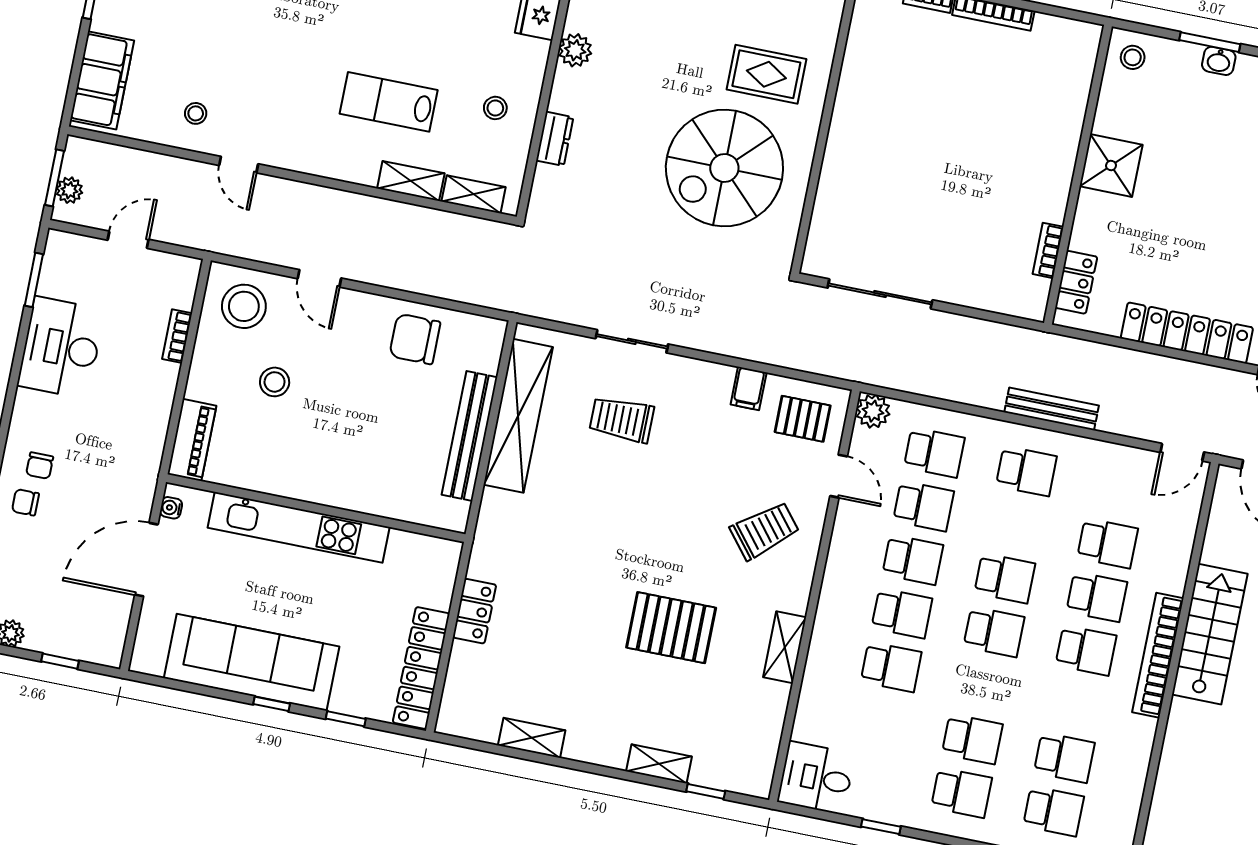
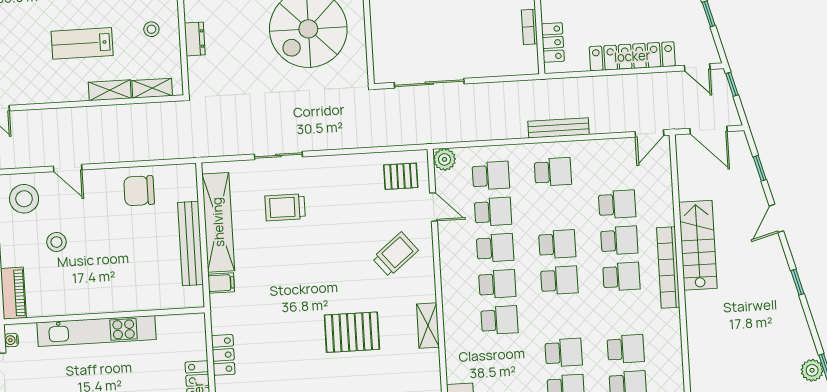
filing cabinet: (749, 388) -> (221, 283), moved, turned -90

